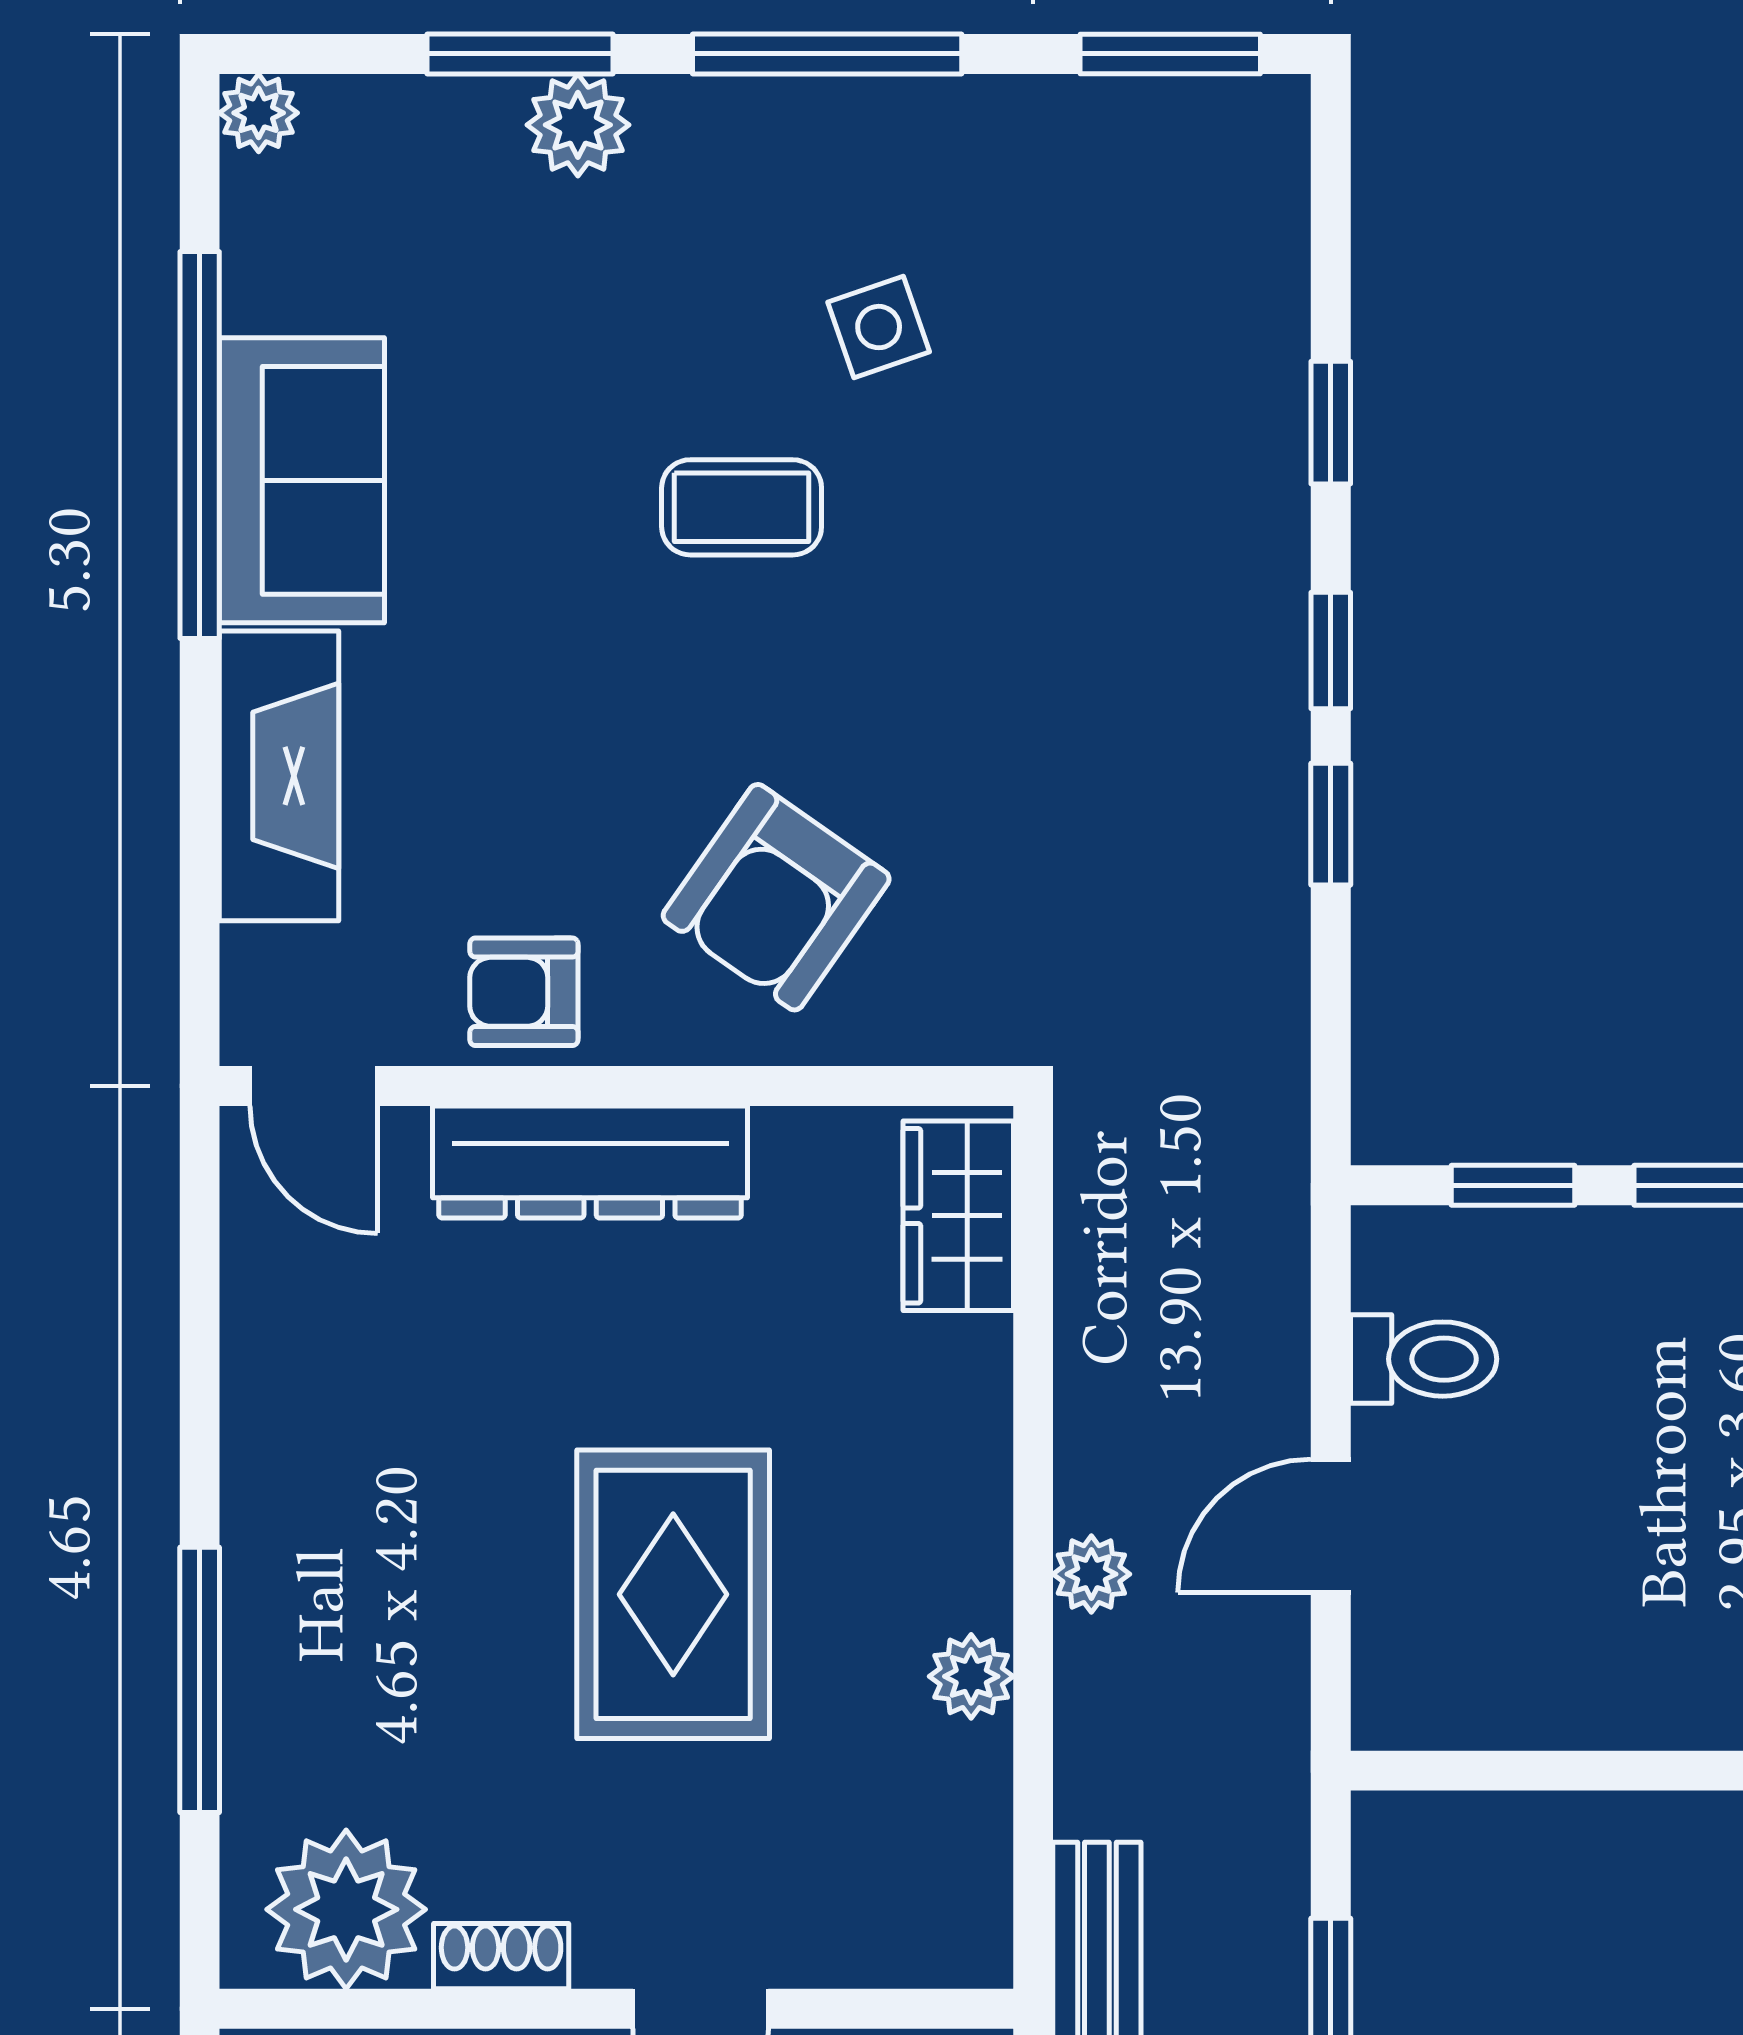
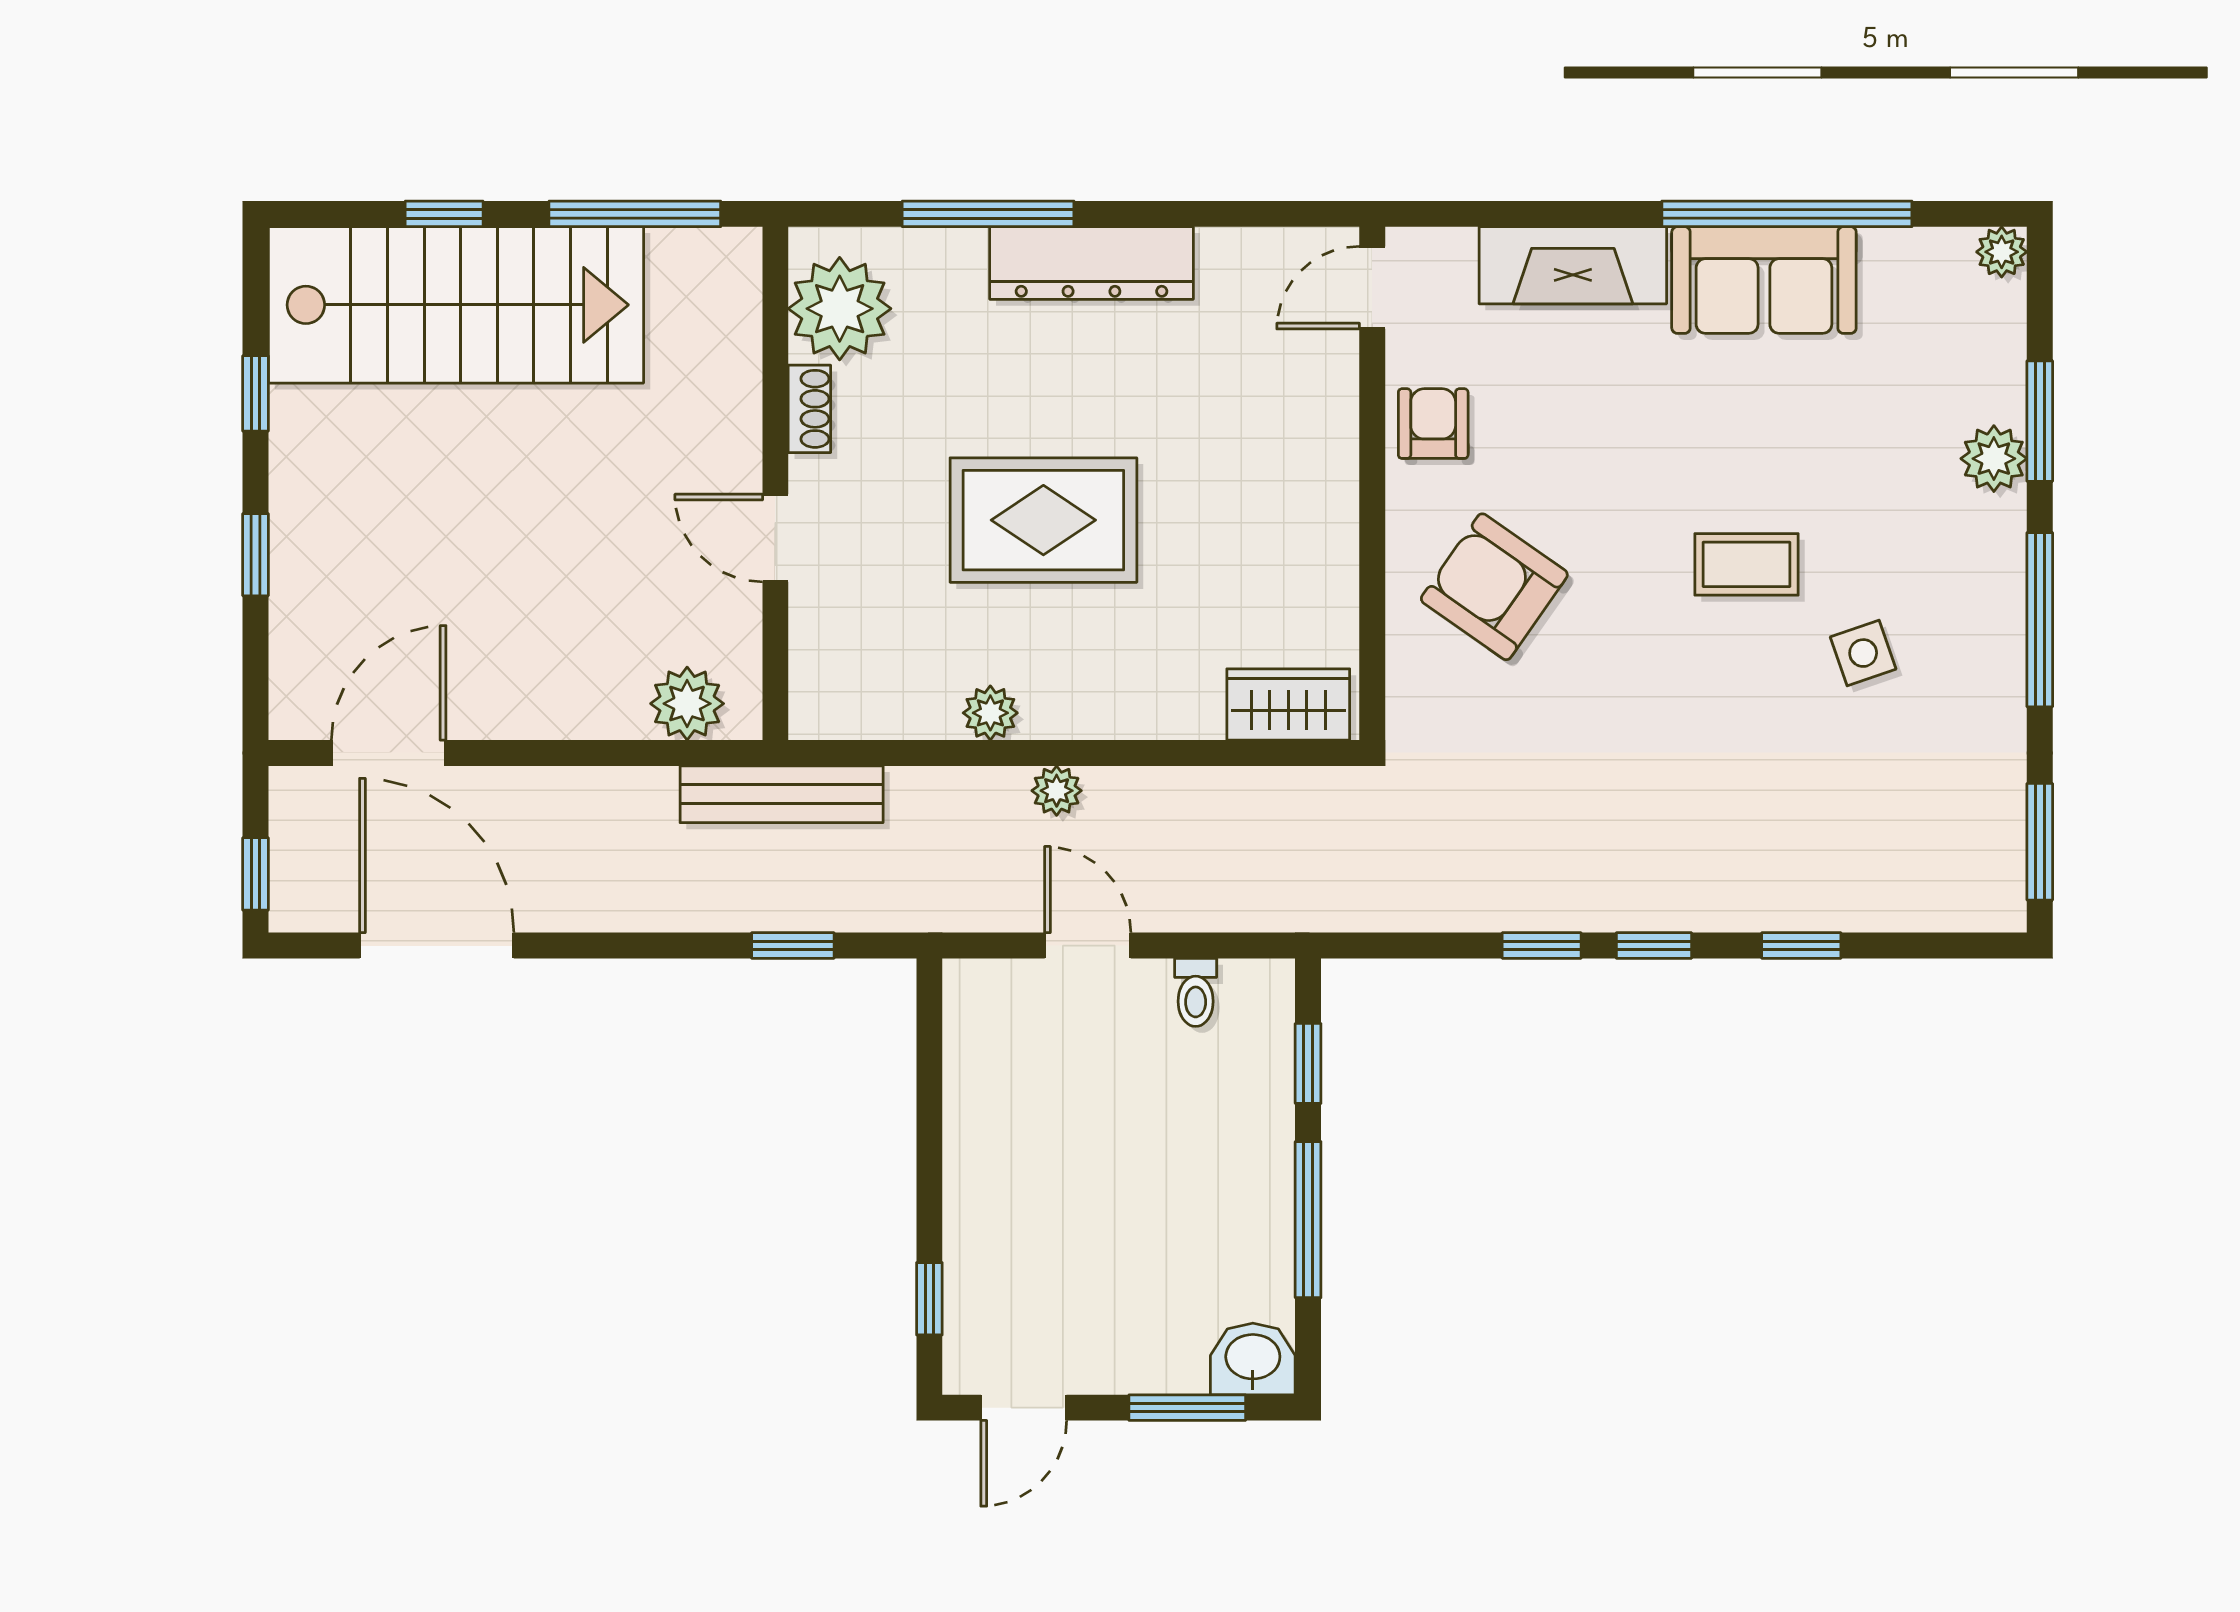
coffee table: (742, 507) -> (1747, 564), turned 90
dresser: (590, 1162) -> (1091, 263), moved, turned -90
toilet: (1424, 1359) -> (1196, 992), width x0.73, depth x0.72

